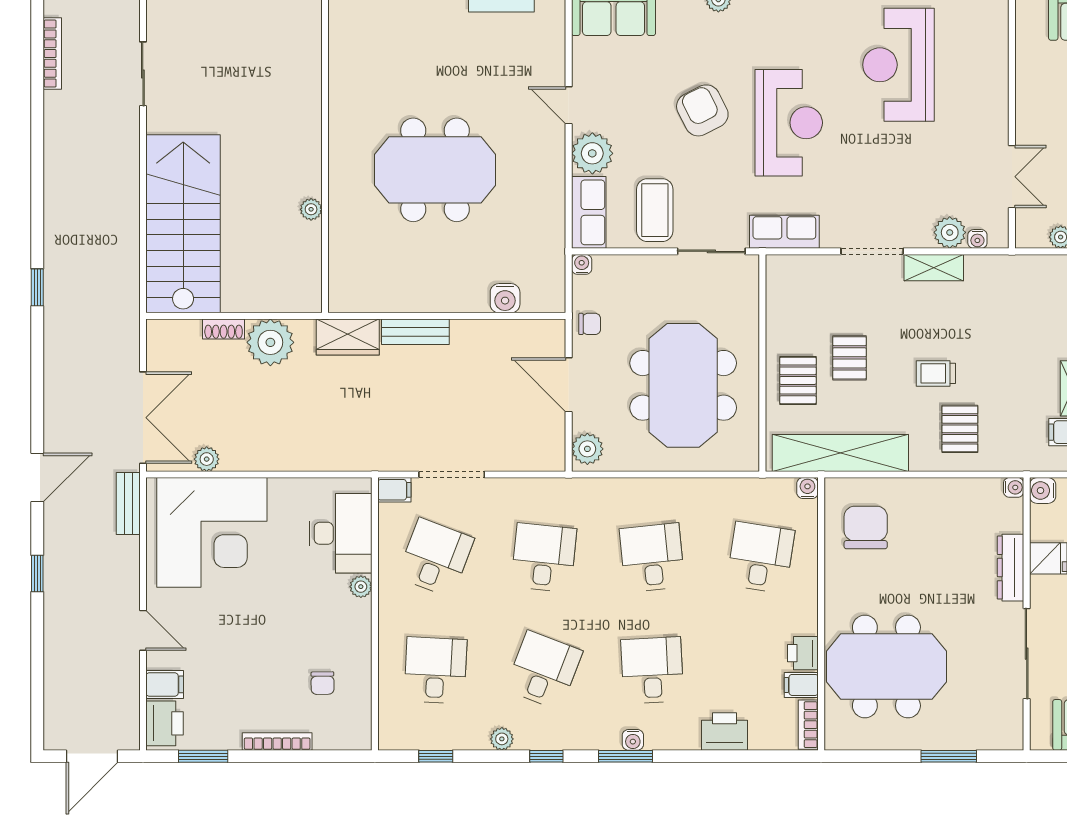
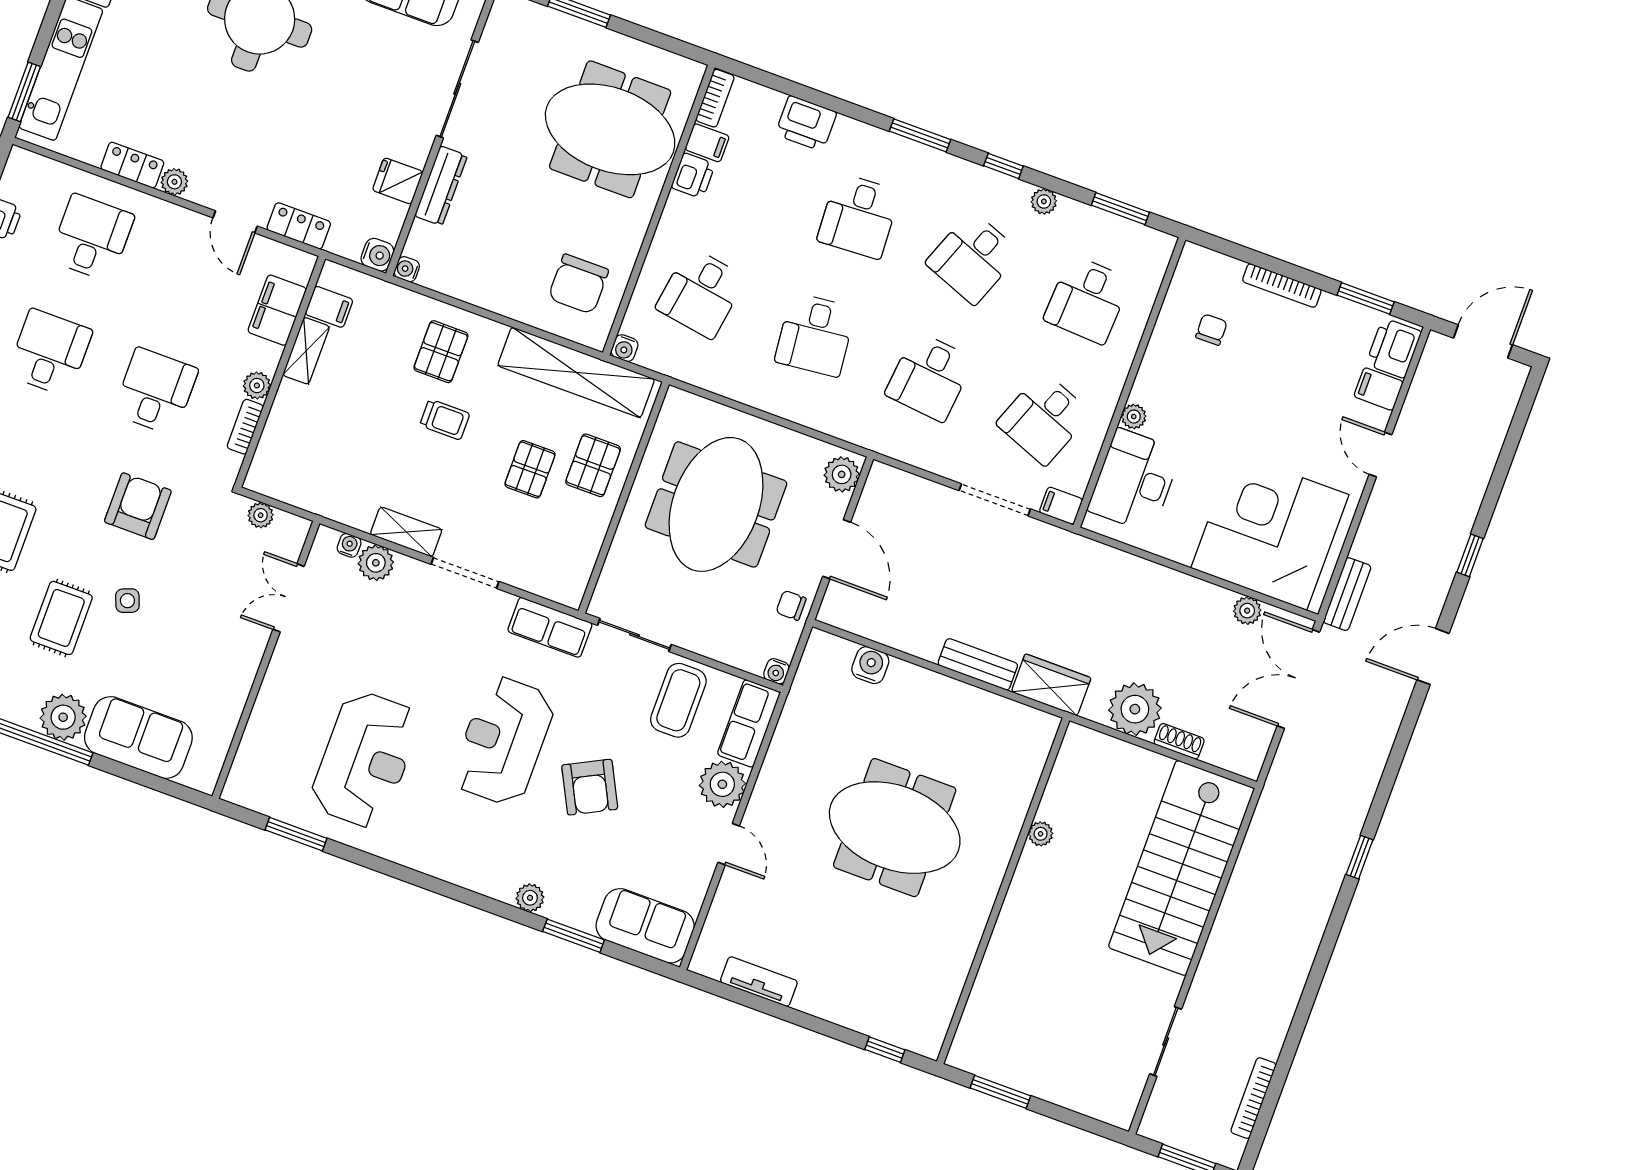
water cooler: (633, 740) -> (906, 150), removed
window: (436, 756) -> (1120, 209), width x1.50

